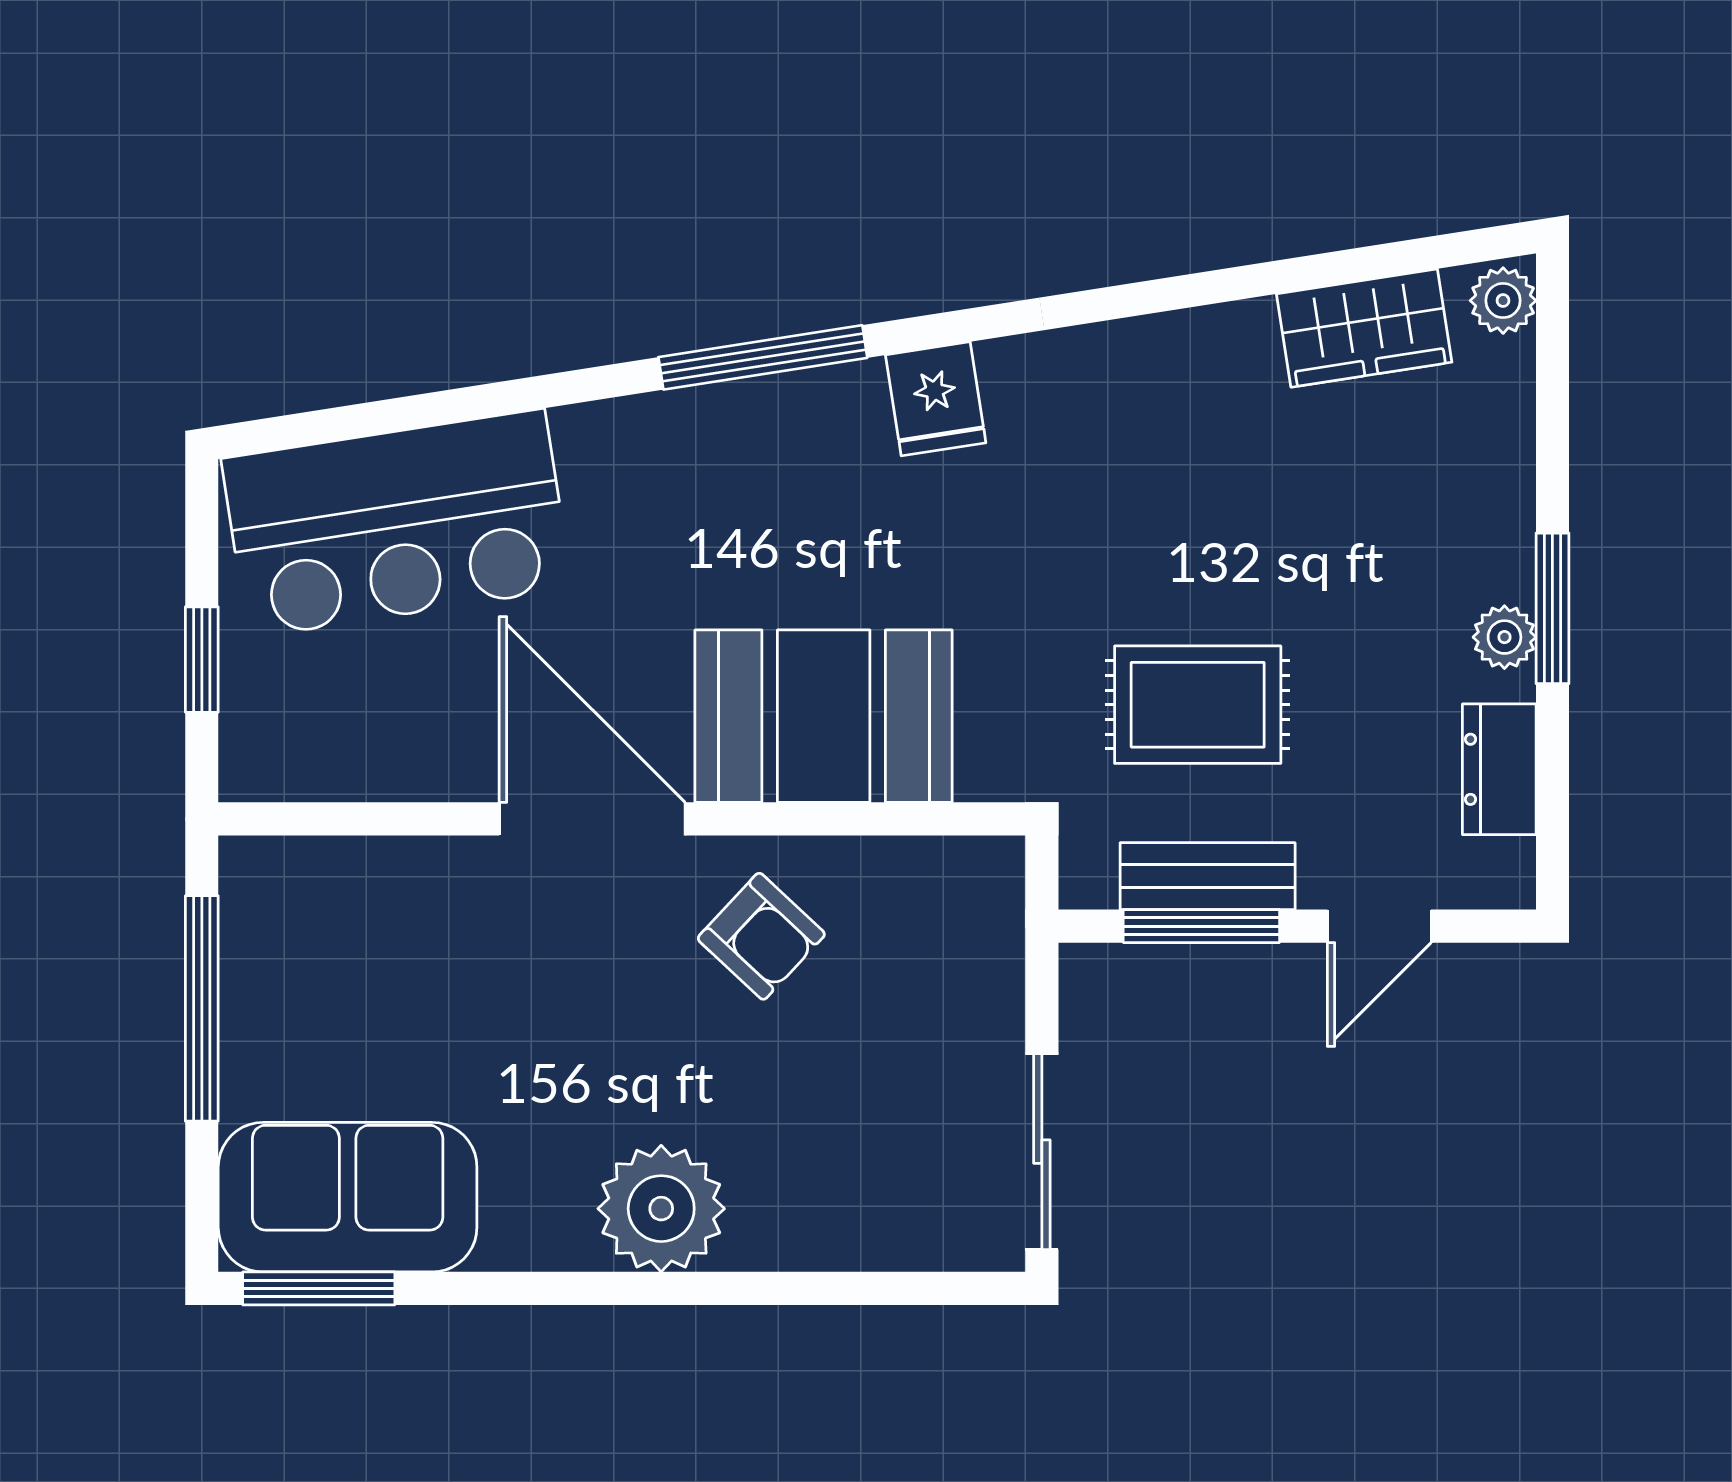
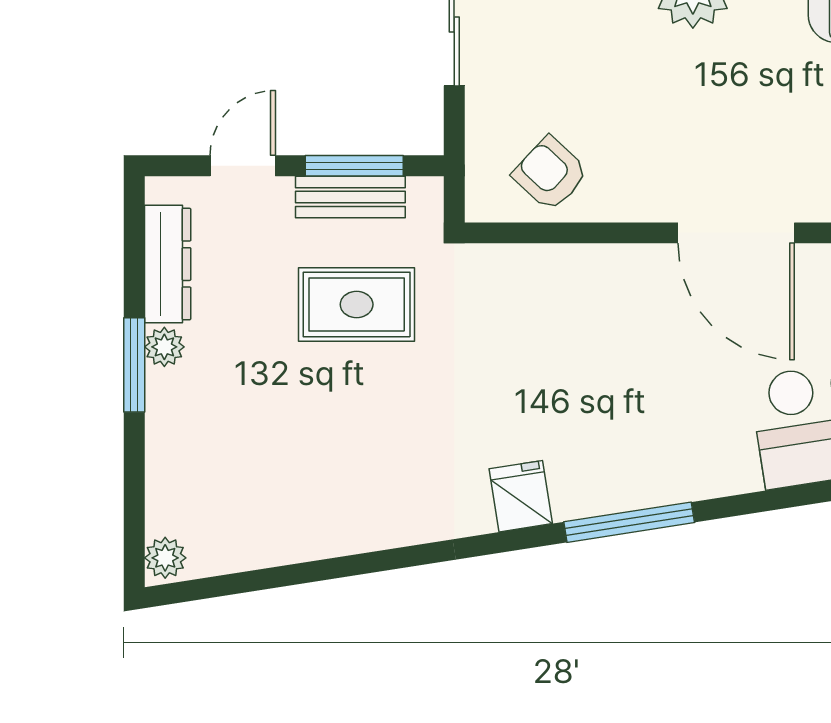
wardrobe: (1364, 328) -> (252, 541), removed
booth: (824, 716) -> (591, 297), removed
dresser: (1499, 769) -> (168, 264), width x1.44
armchair: (761, 936) -> (550, 174), moved

